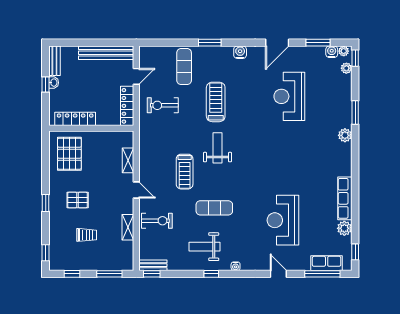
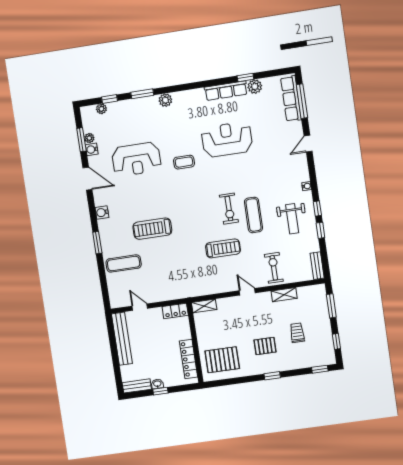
plant: (344, 51) -> (89, 138), moved
water cooler: (332, 52) -> (92, 149), moved
window: (355, 58) -> (110, 99), moved
exercise bike: (163, 105) -> (229, 209), moved
locker: (127, 106) -> (175, 311), width x0.66
coffee table: (279, 145) -> (184, 162), added
weight bench: (217, 148) -> (196, 220), removed
shelving: (128, 160) -> (204, 306), moved
door: (136, 190) -> (247, 292), hinge flipped
pallet: (78, 200) -> (265, 346), turned 90
reception desk: (283, 220) -> (227, 139), moved, turned 180
window: (355, 252) -> (245, 77), moved
row of seats: (327, 263) -> (291, 99), width x1.48
window: (152, 274) -> (320, 230), moved

